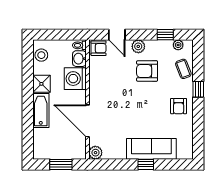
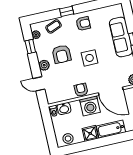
door: (117, 35) -> (39, 84), swing flipped
armchair: (99, 48) -> (81, 90), moved
washing machine: (75, 79) -> (90, 106), moved
side table: (135, 104) -> (90, 58), added
door: (87, 121) -> (111, 91), hinge flipped

